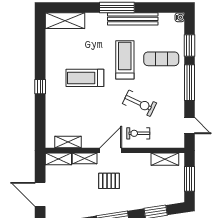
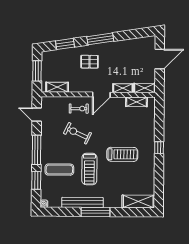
pallet: (109, 181) -> (90, 62), moved
door: (40, 194) -> (160, 59), hinge flipped

